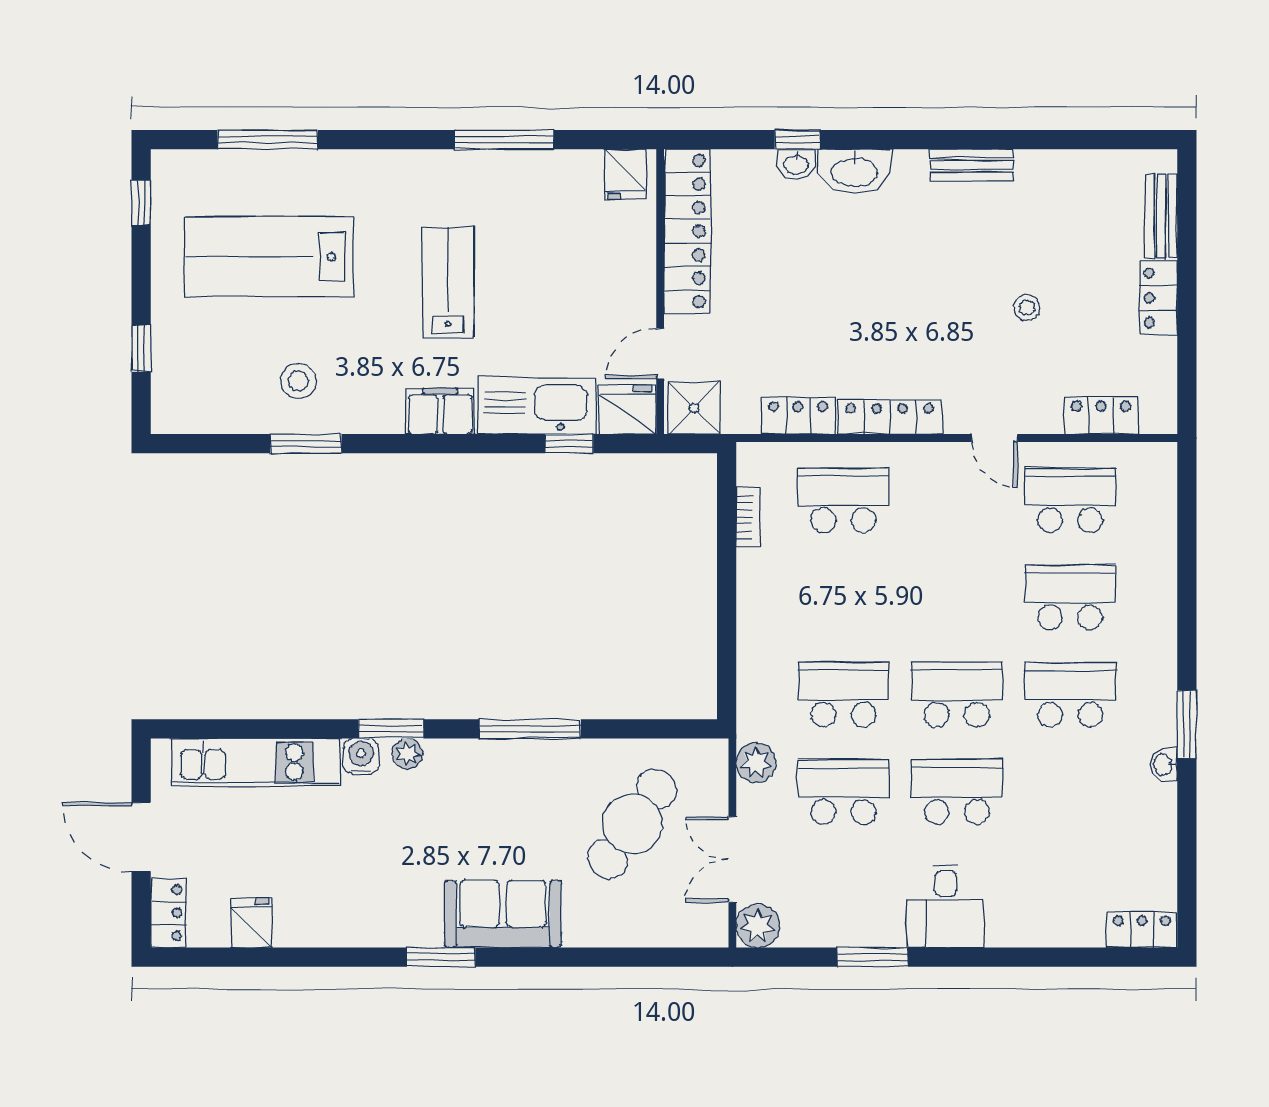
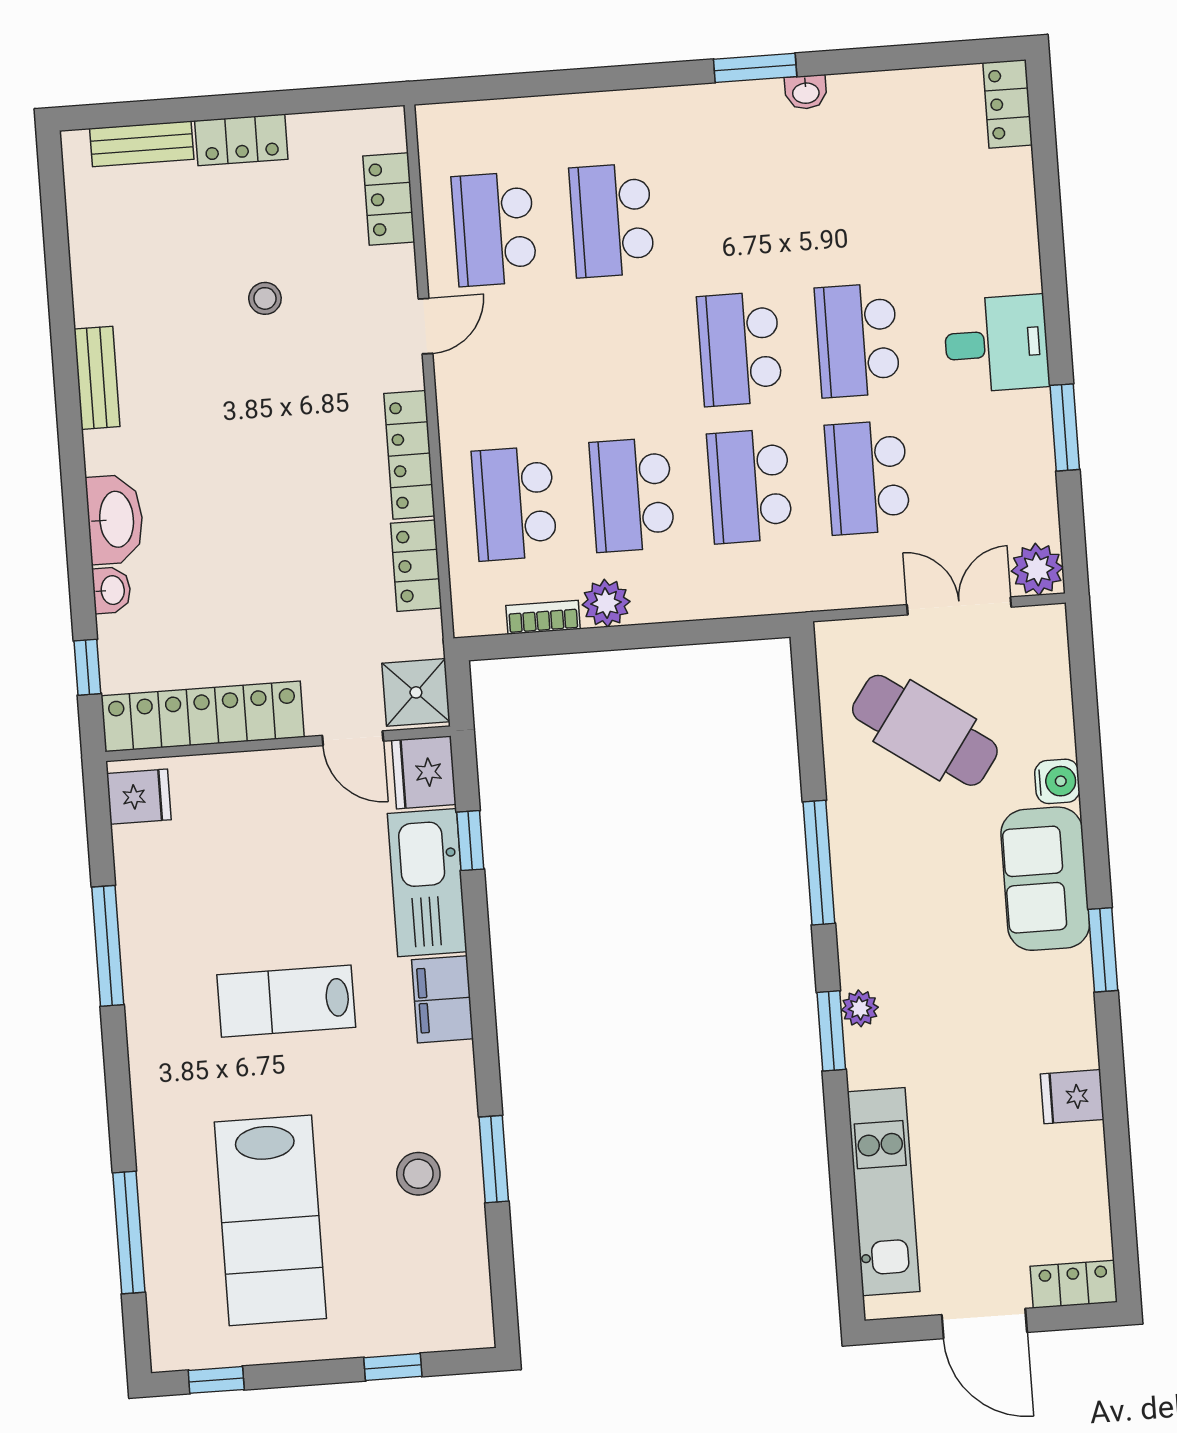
window: (797, 140) -> (87, 667), moved
school desk: (1070, 695) -> (632, 495), moved
water cooler: (361, 756) -> (1057, 781), moved, turned 180
plant: (756, 763) -> (606, 603), moved
door: (141, 837) -> (984, 1324), hinge flipped
double door: (732, 860) -> (959, 606), swing flipped
fridge: (251, 923) -> (1072, 1097), moved

